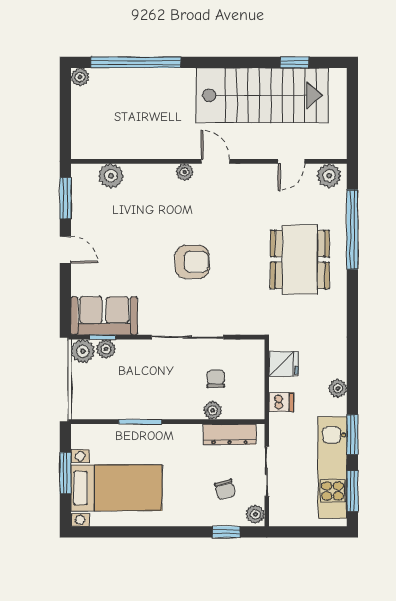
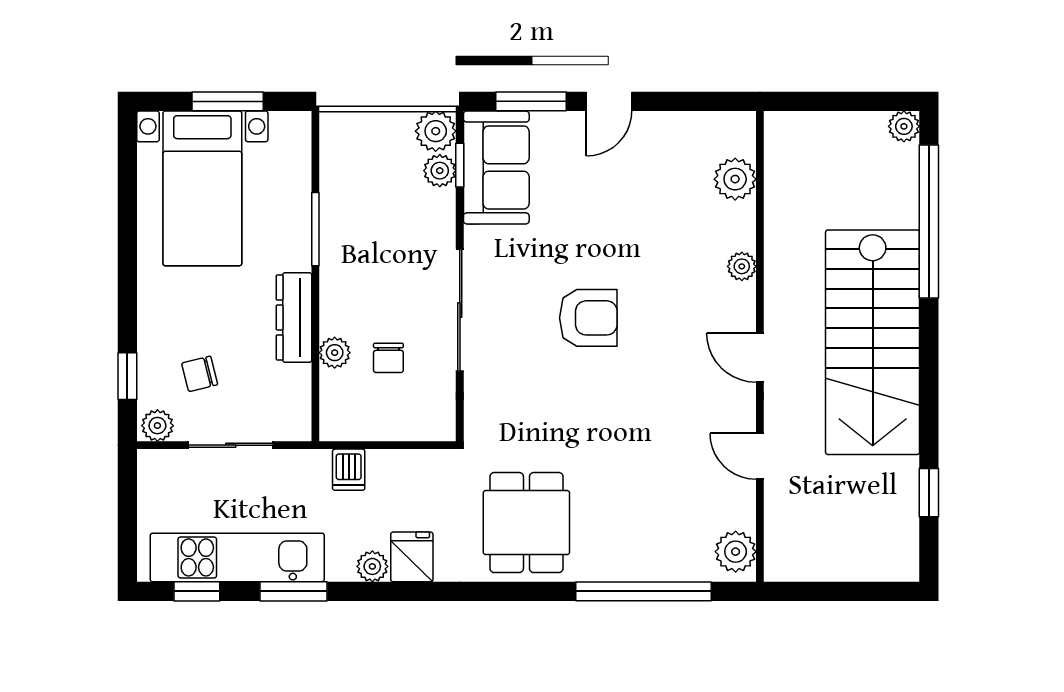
stairs: (262, 95) -> (873, 342), moved
door: (215, 161) -> (760, 358), swing flipped
door: (291, 161) -> (760, 456), moved
plant: (185, 172) -> (742, 266), moved
window: (65, 198) -> (531, 101), moved
dining table: (300, 259) -> (526, 523), moved, width x0.73
armchair: (192, 262) -> (588, 318), turned -90
fridge: (284, 364) -> (412, 557), moved, turned 180
chair: (216, 379) -> (388, 358), turned 90
dresser: (230, 434) -> (294, 317), moved
window: (352, 491) -> (197, 591), width x0.67

